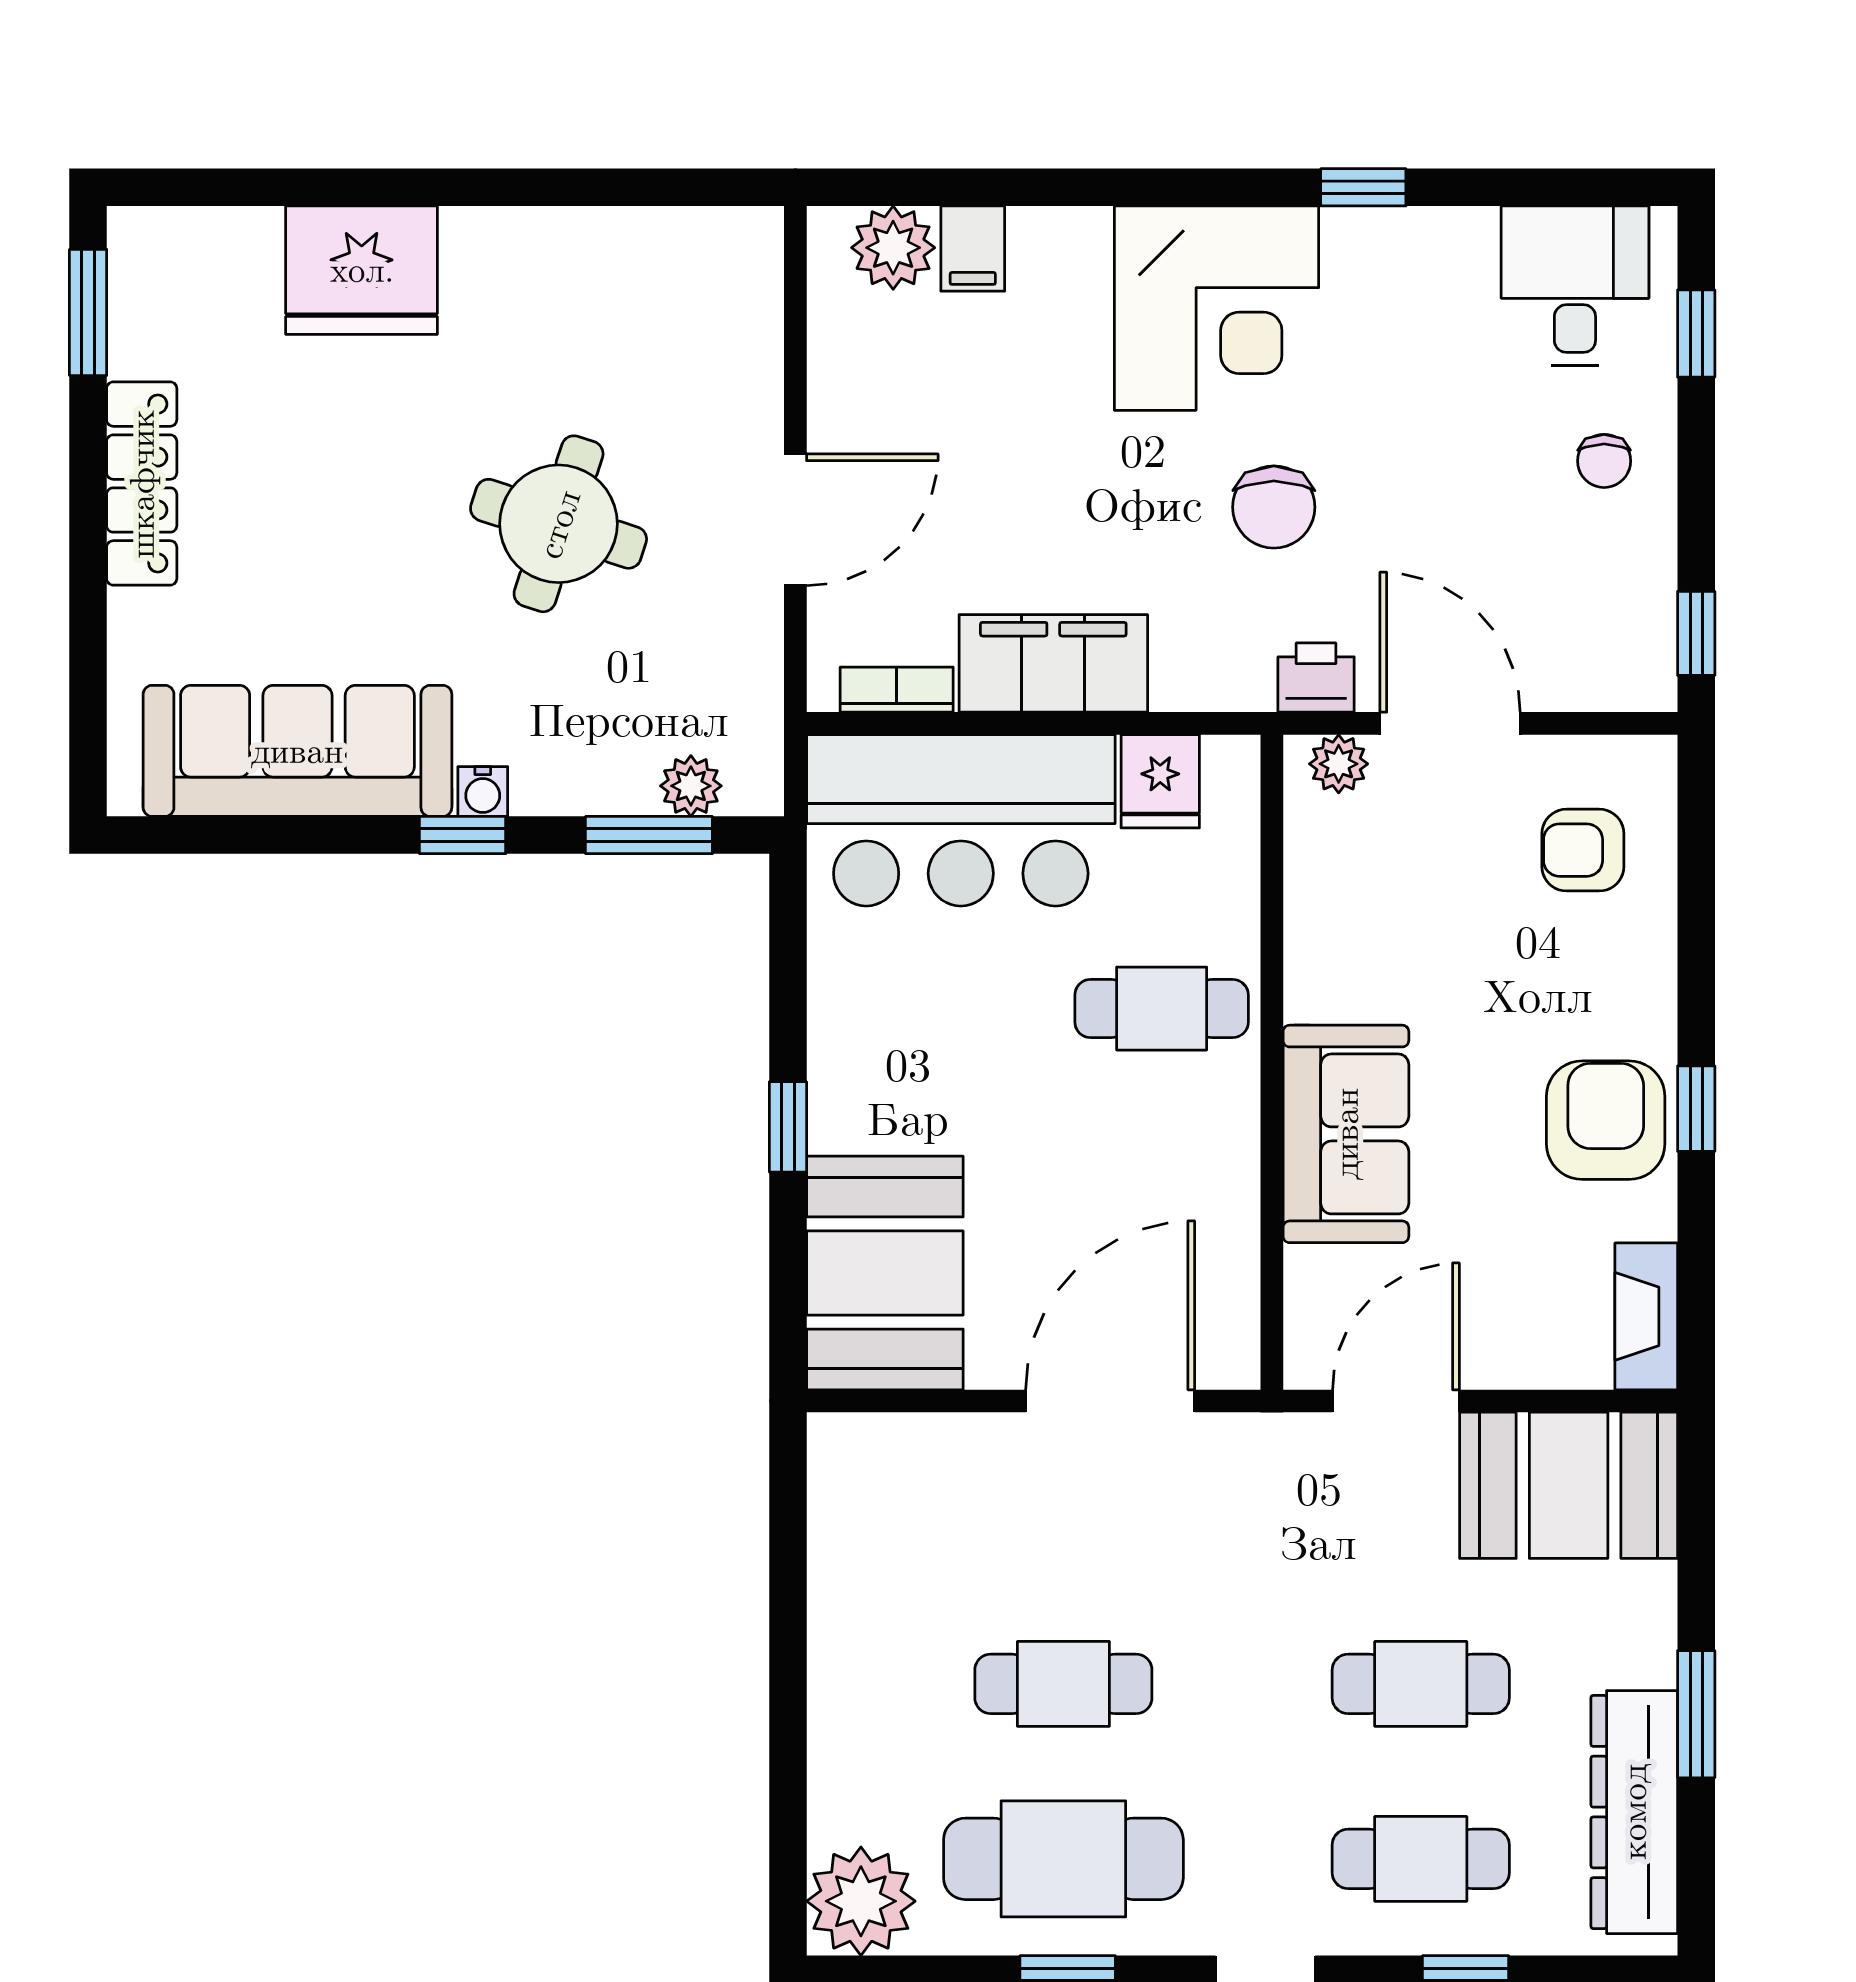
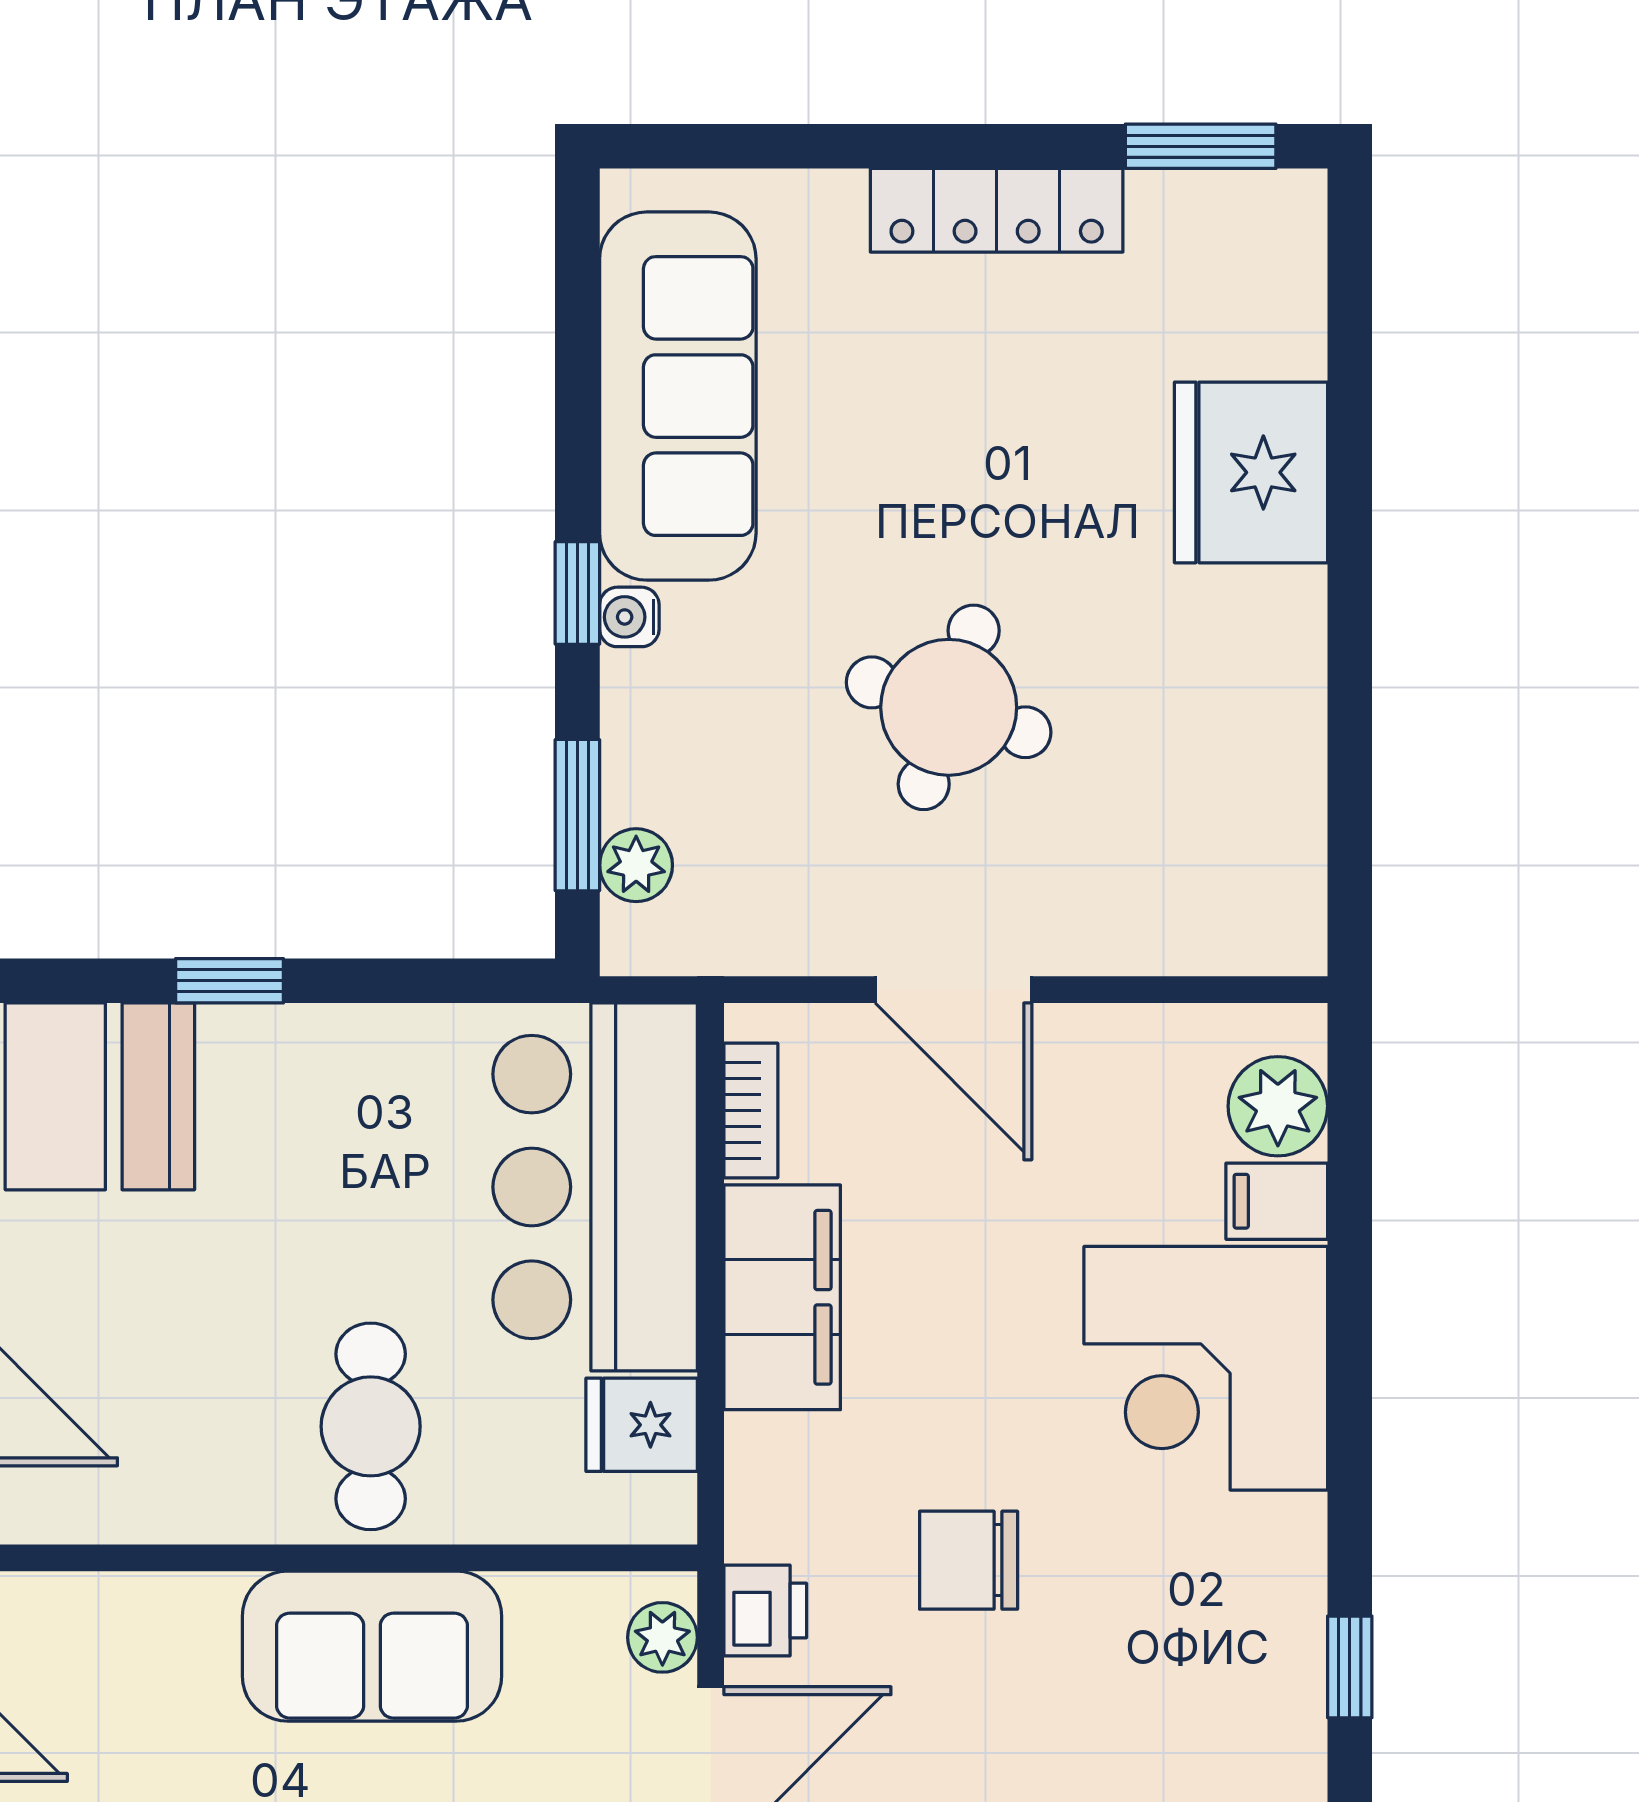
corner desk: (1217, 308) -> (1206, 1368), moved
sofa: (1346, 1134) -> (372, 1646), moved

